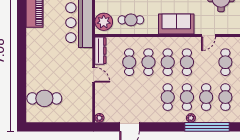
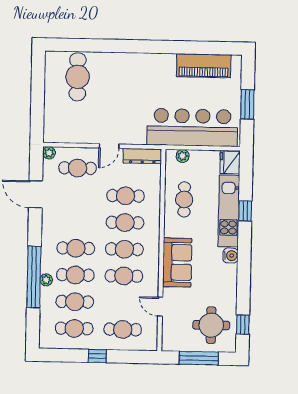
plant: (104, 22) -> (183, 156), width x0.53, depth x0.53
cafe table: (110, 97) -> (78, 168), added
window: (207, 127) -> (34, 277), moved

